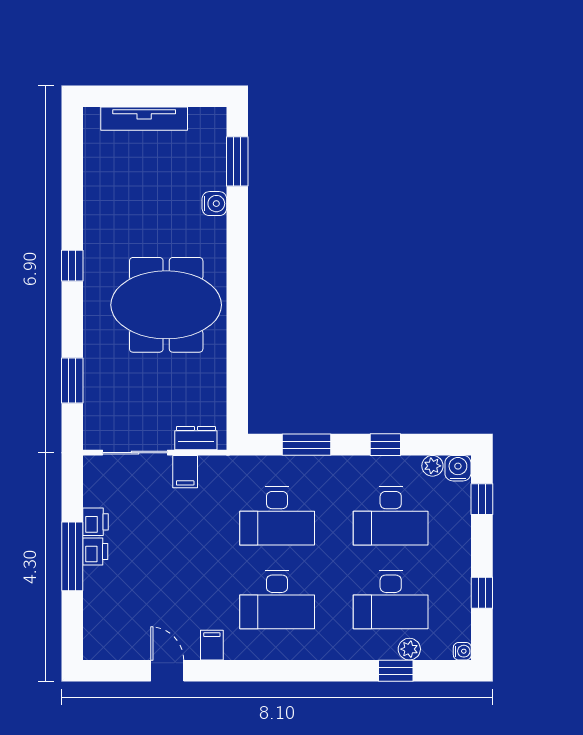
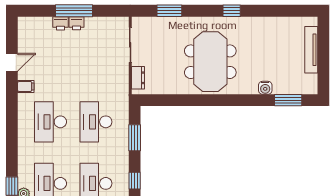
filing cabinet: (185, 472) -> (120, 72), removed
printer: (96, 522) -> (60, 23), moved

